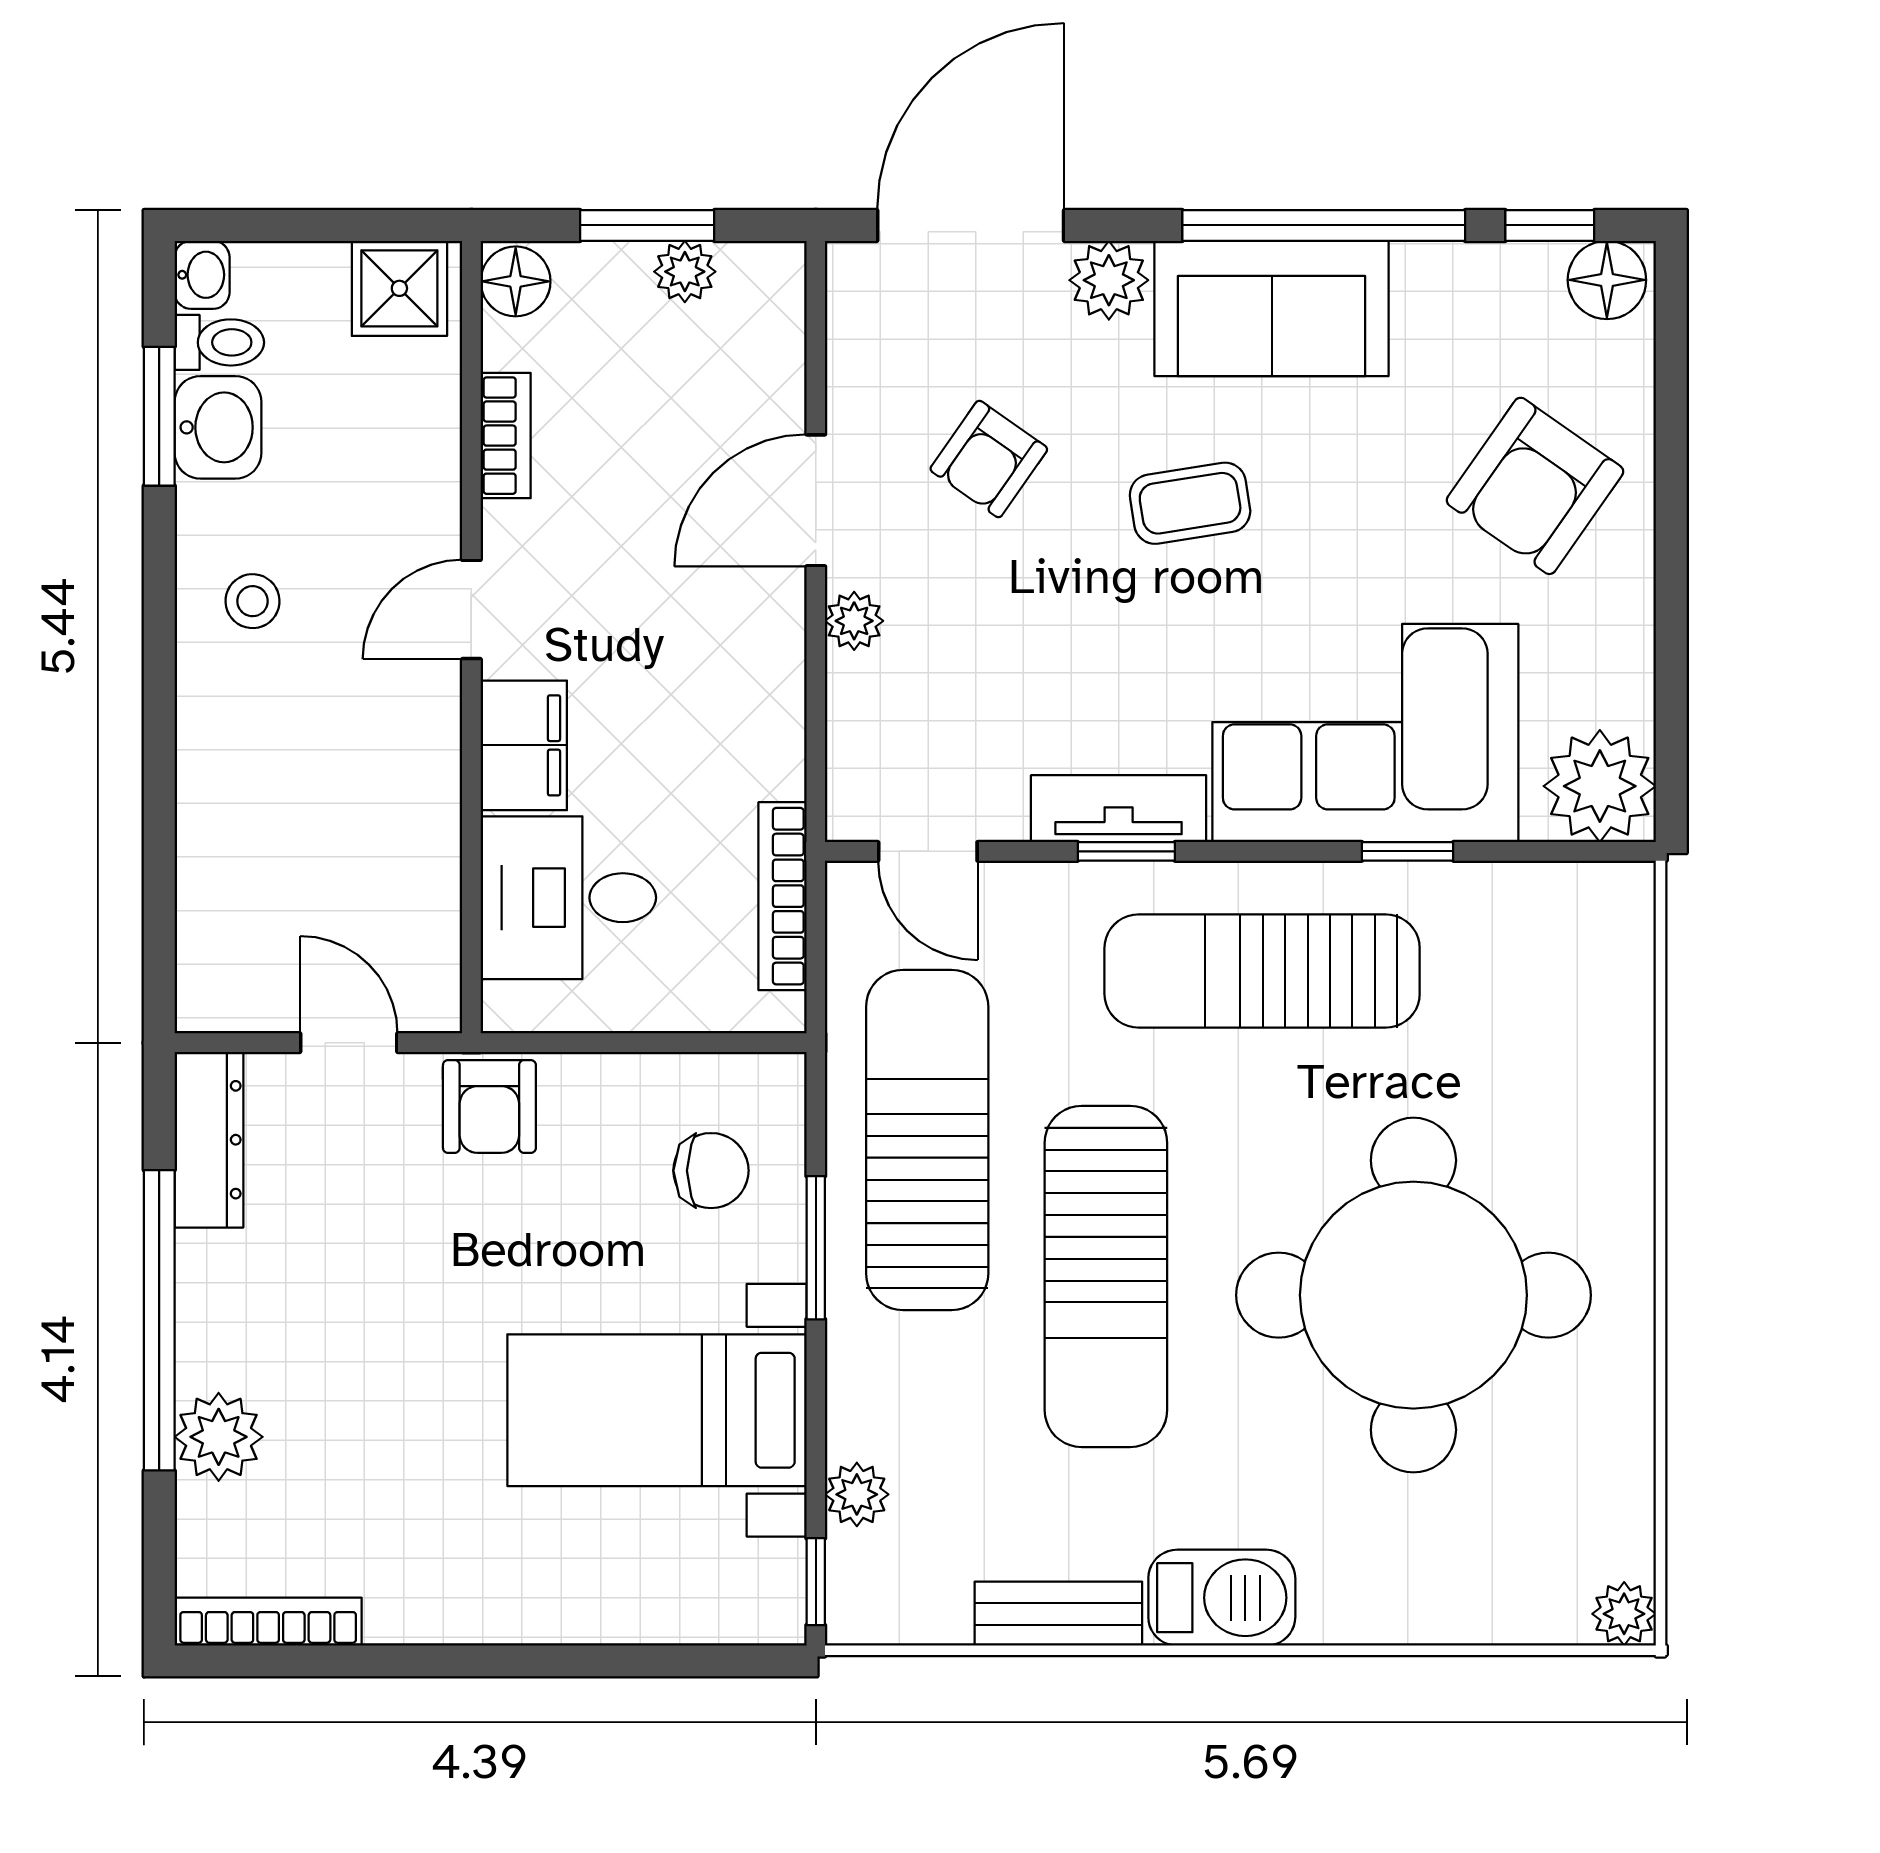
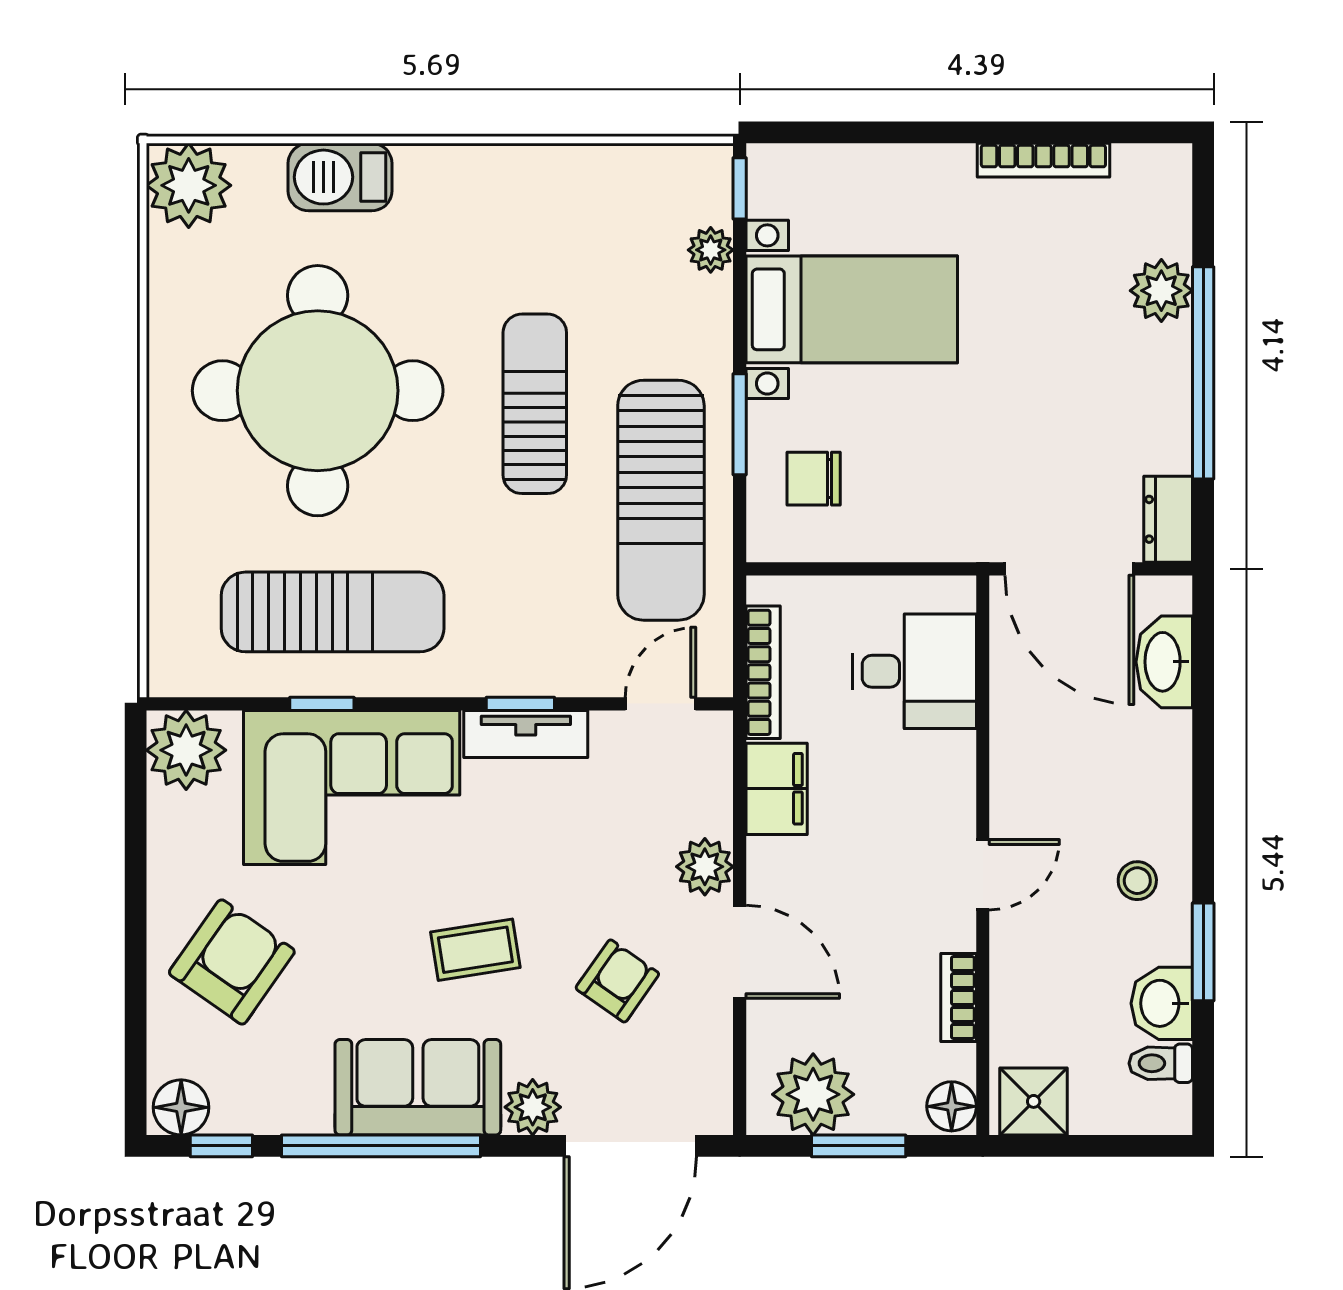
plant: (685, 272) -> (813, 1094), width x1.88, depth x1.88
washbasin: (202, 275) -> (1164, 662), moved, width x1.91, depth x1.45
window: (159, 416) -> (1203, 952), moved
door: (816, 500) -> (740, 952), hinge flipped
plant: (854, 621) -> (705, 867), width x1.38, depth x1.38
filing cabinet: (524, 745) -> (777, 789), moved, turned 180
door: (928, 851) -> (660, 704), hinge flipped
sun lounger: (1262, 971) -> (333, 612), moved
door: (349, 1043) -> (1069, 569), width x1.88
armchair: (489, 1107) -> (970, 524), removed
dresser: (209, 1140) -> (1168, 519), width x0.70
sun lounger: (1106, 1276) -> (535, 404), width x0.73, depth x0.75
barbecue: (1222, 1598) -> (340, 177), moved
bench: (1058, 1614) -> (568, 166), removed
plant: (1624, 1614) -> (189, 185), width x1.87, depth x1.87
bookcase: (268, 1622) -> (1043, 160), moved

